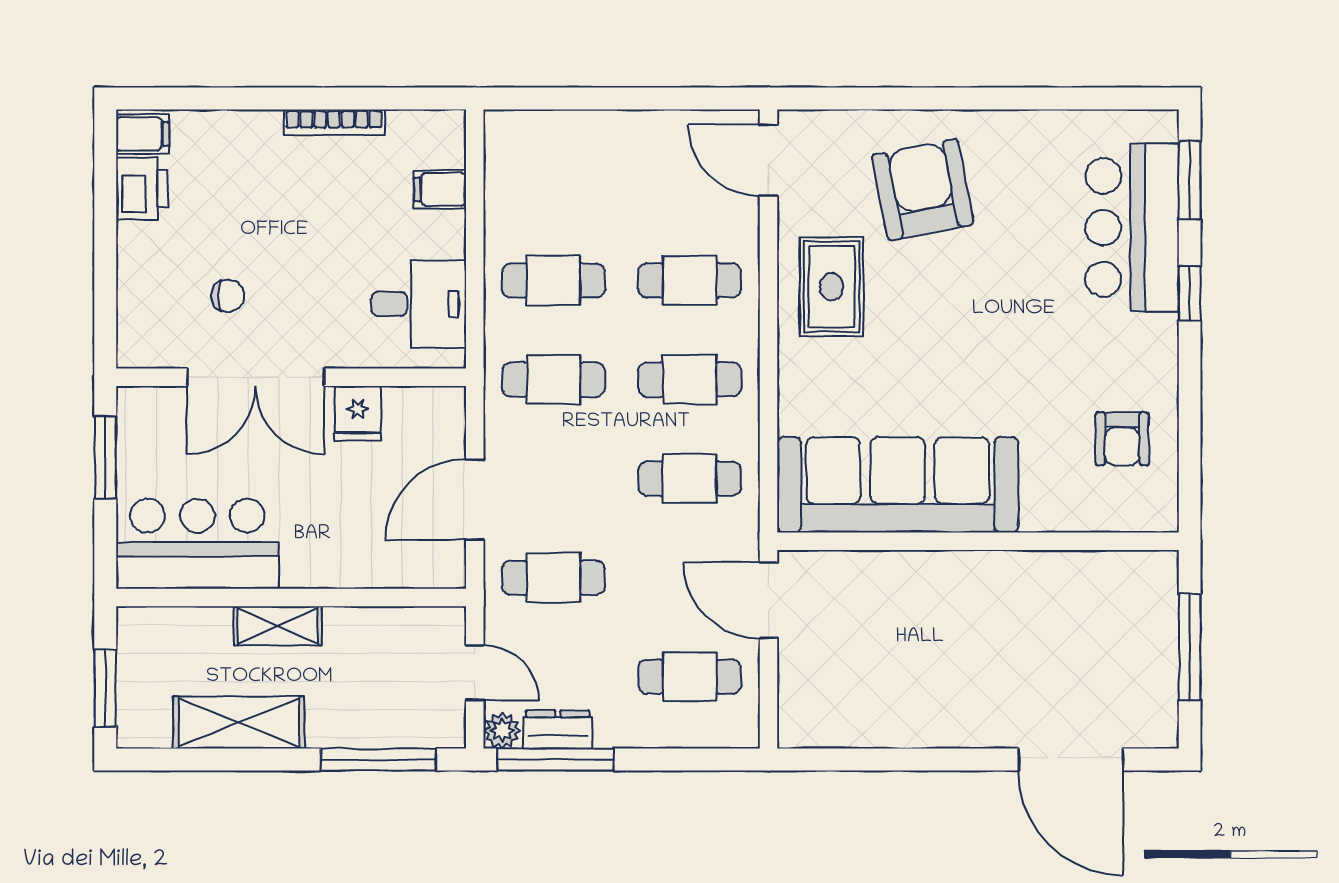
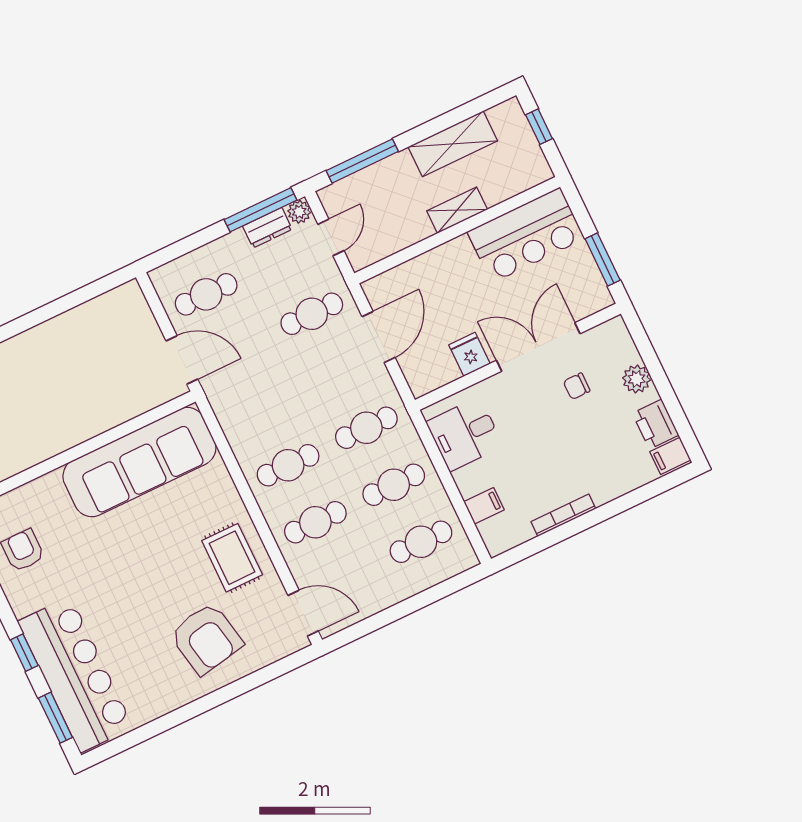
bar counter: (1132, 228) -> (75, 675), width x1.36
plant: (138, 265) -> (637, 379), added
cafe table: (690, 479) -> (421, 542), moved
door: (475, 673) -> (331, 237), swing flipped
window: (105, 688) -> (539, 127), width x0.67

